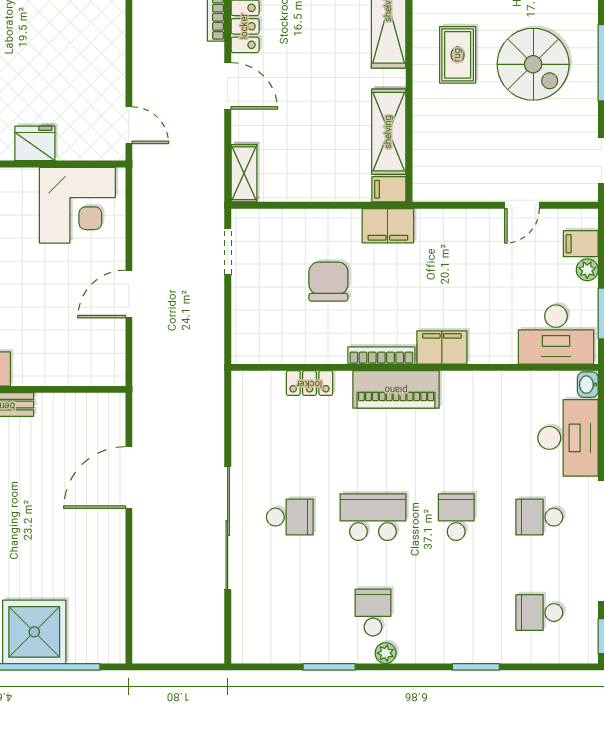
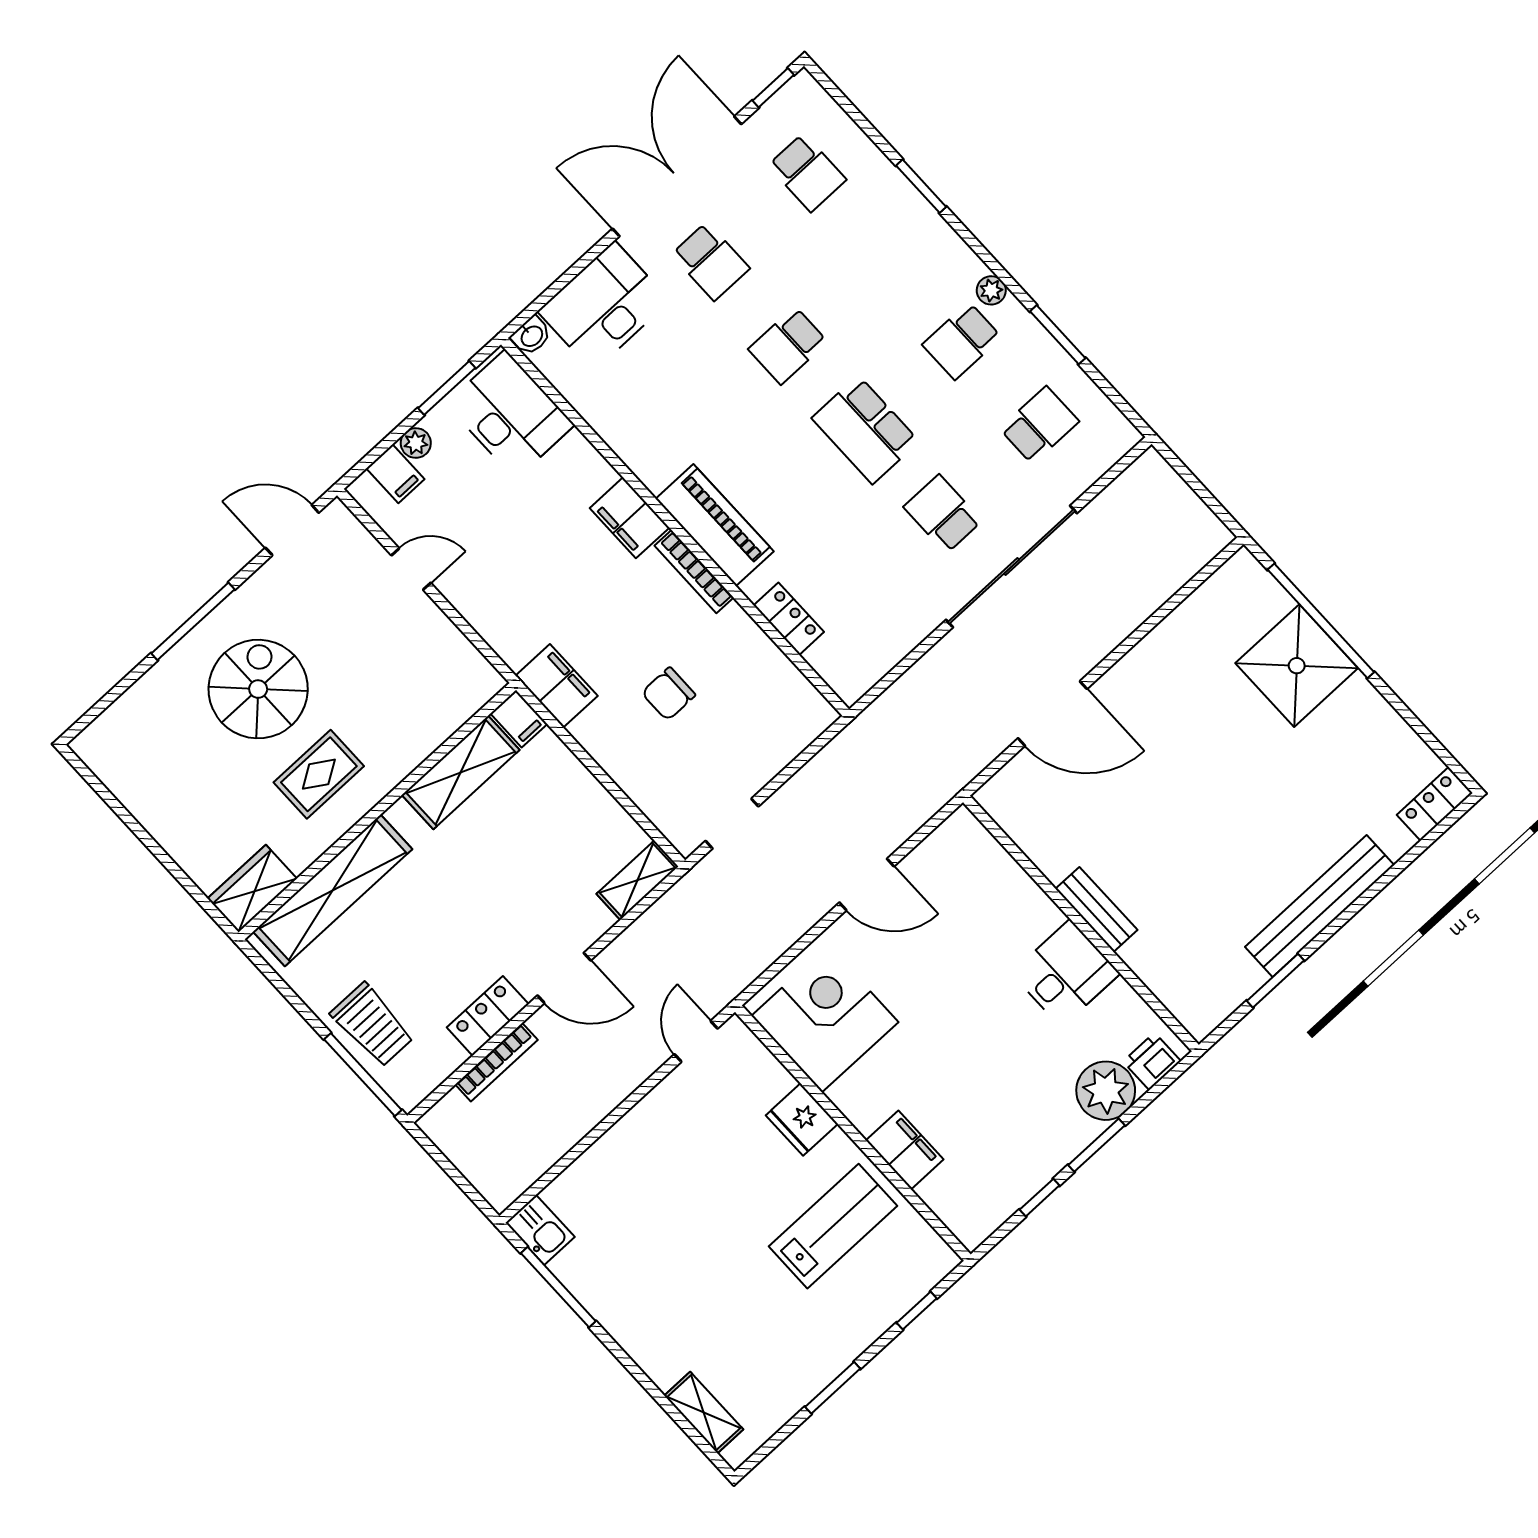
door: (228, 86) -> (564, 978), swing flipped
chair: (328, 282) -> (669, 694), width x0.73, depth x0.73
school desk: (290, 613) -> (1039, 425), added

